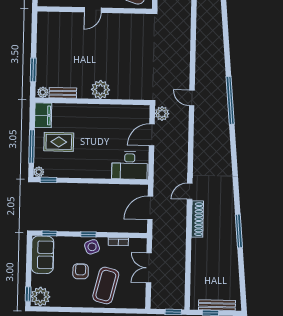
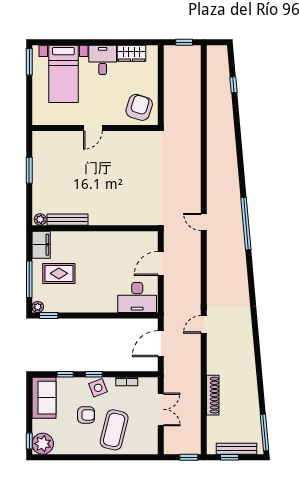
window: (33, 70) -> (29, 170), moved
plant: (100, 90) -> (103, 215), removed
bench: (63, 93) -> (68, 220), width x1.36
plant: (162, 114) -> (171, 240), removed
shoe rack: (197, 219) -> (213, 395), moved
window: (239, 231) -> (265, 433), moved
window: (49, 233) -> (65, 374), moved
double door: (149, 268) -> (161, 409), swing flipped
armchair: (81, 271) -> (86, 415), turned 90

